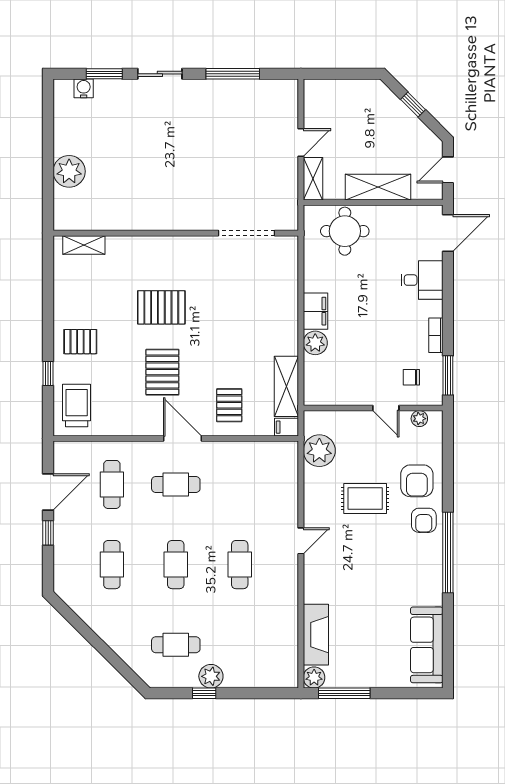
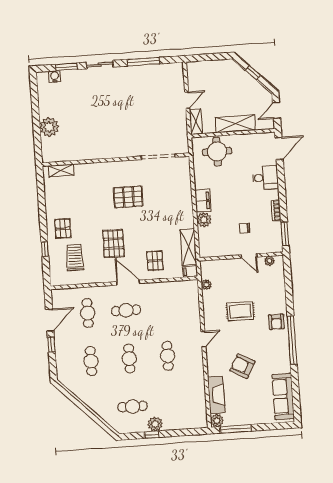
pallet: (161, 307) -> (128, 197), moved
pallet: (80, 342) -> (63, 229), turned 90
chair: (411, 377) -> (245, 228), moved
trolley: (77, 406) -> (75, 258), moved
plant: (319, 451) -> (206, 285), width x0.53, depth x0.53
armchair: (417, 481) -> (242, 366), moved, turned 119

